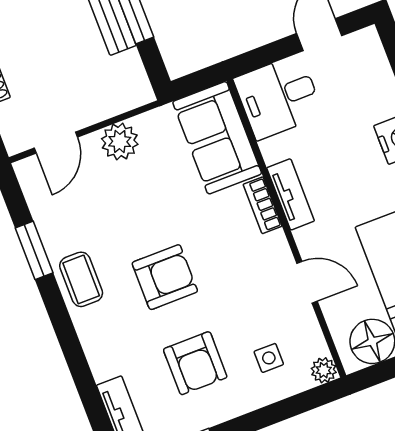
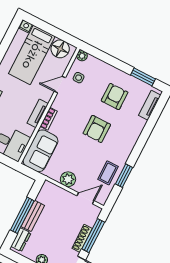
armchair: (165, 277) -> (97, 129), turned -90
coffee table: (81, 279) -> (108, 173), moved
door: (307, 282) -> (60, 85), hinge flipped
side table: (269, 358) -> (79, 78), moved

